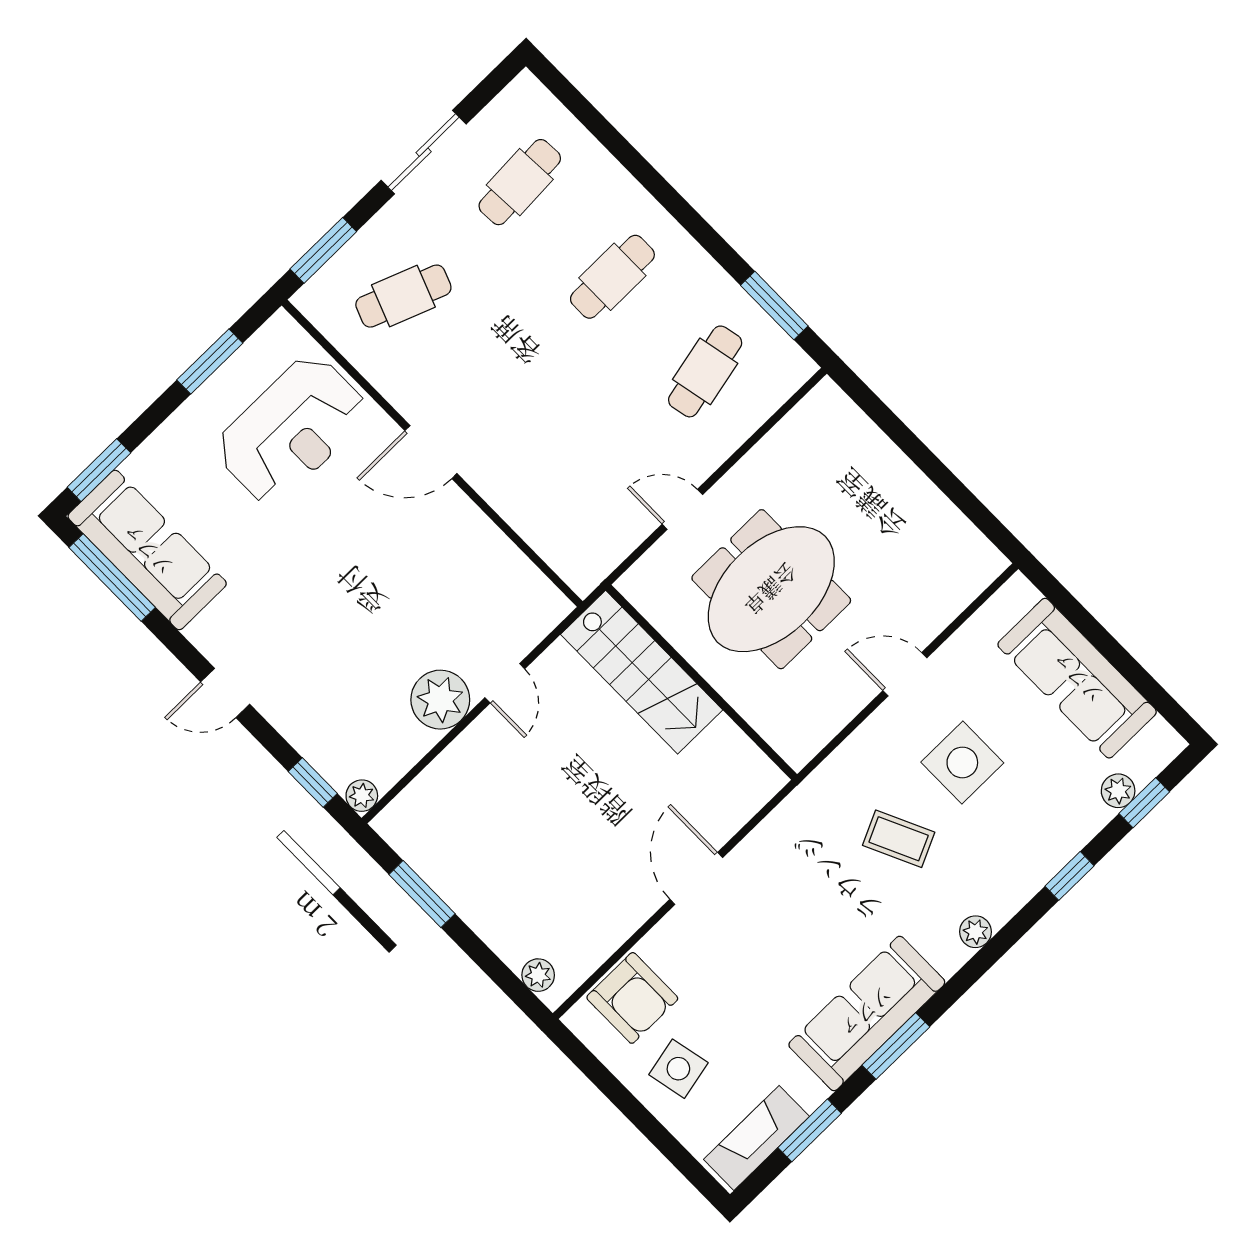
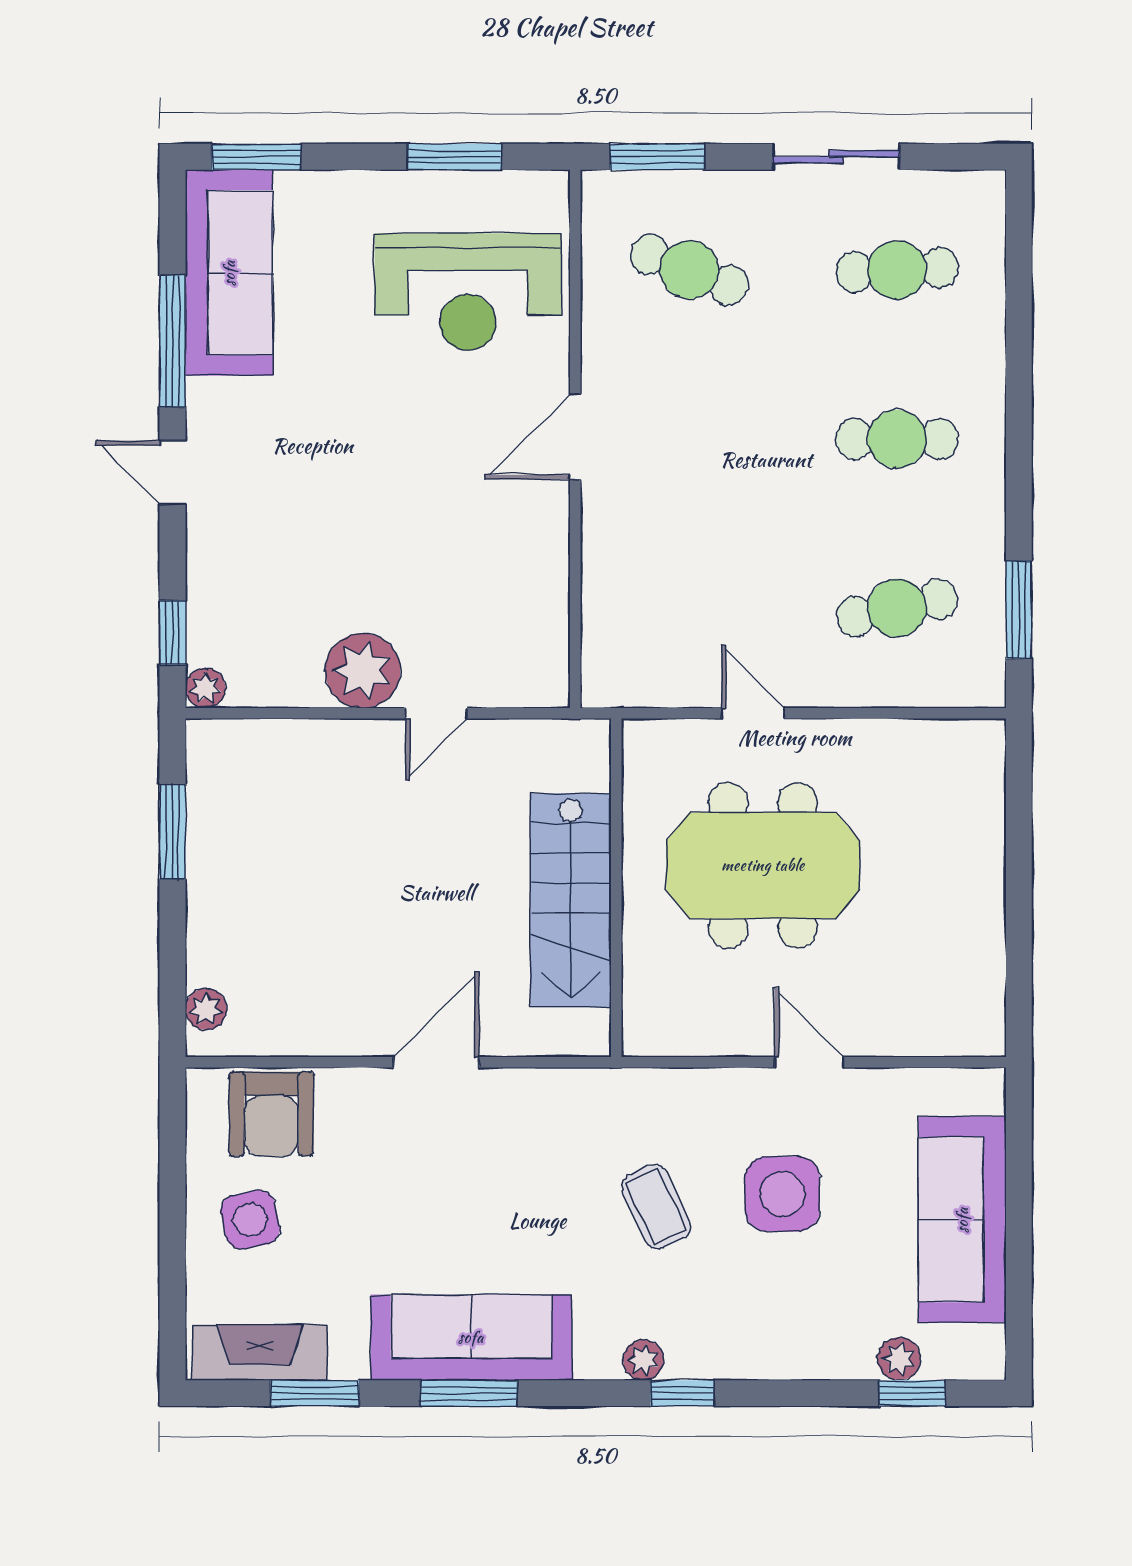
door: (431, 452) -> (575, 437), hinge flipped
window: (112, 578) -> (172, 341), moved
stairs: (642, 672) -> (571, 900), moved
window: (1070, 876) -> (682, 1393), moved

